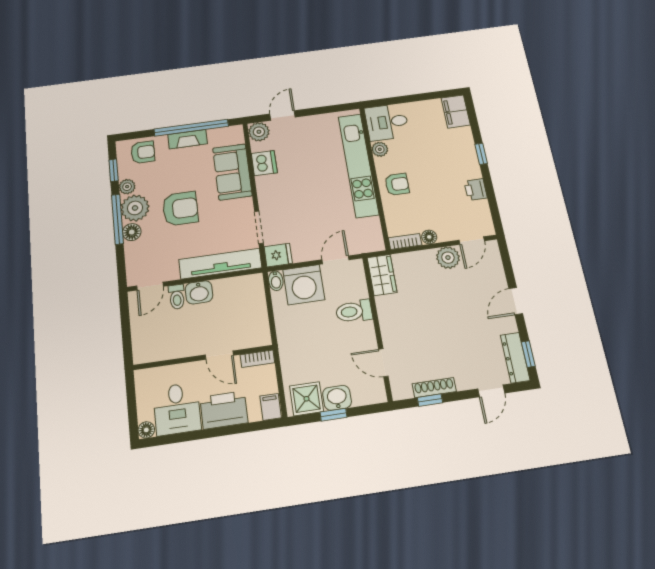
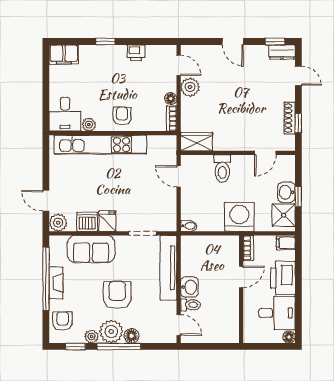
fridge: (278, 255) -> (107, 221), moved
washing machine: (304, 285) -> (239, 217), moved, turned -90
dresser: (515, 358) -> (282, 52), width x0.70

